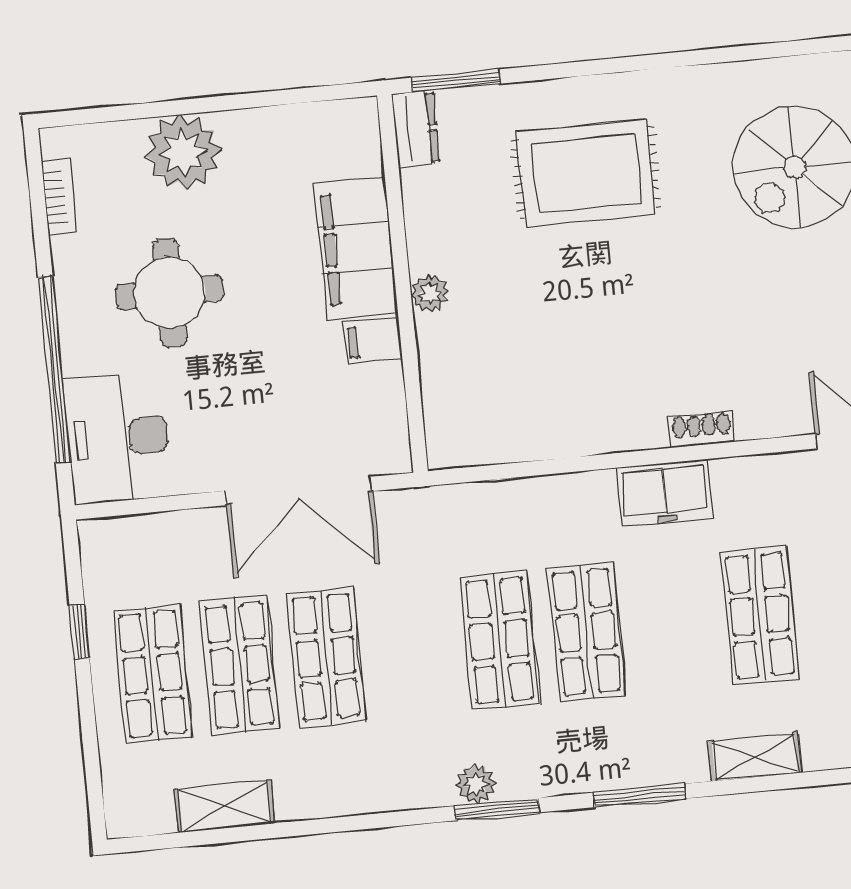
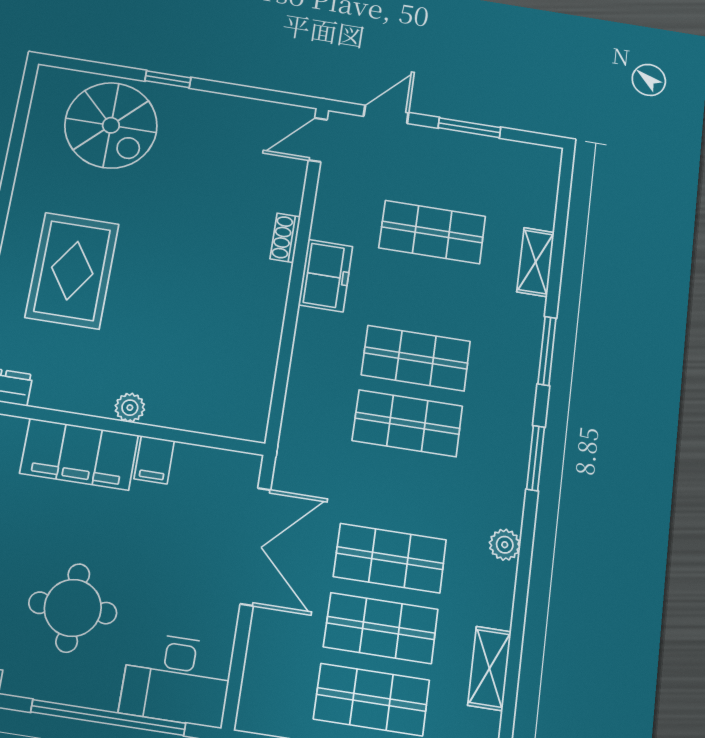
plant: (476, 784) -> (505, 545), moved

